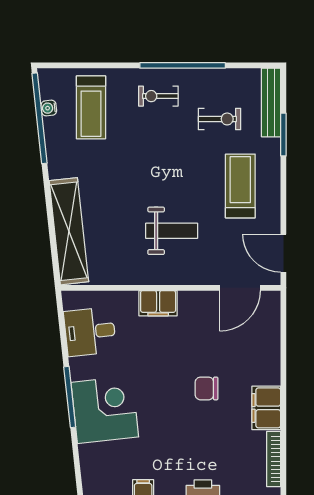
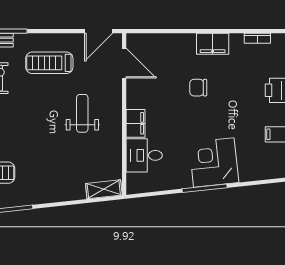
shelving: (69, 231) -> (104, 189), width x0.45, depth x0.75
desk: (90, 332) -> (144, 155), moved, turned 96
chair: (207, 388) -> (198, 88), turned 90
bookcase: (274, 459) -> (257, 38), width x0.64

